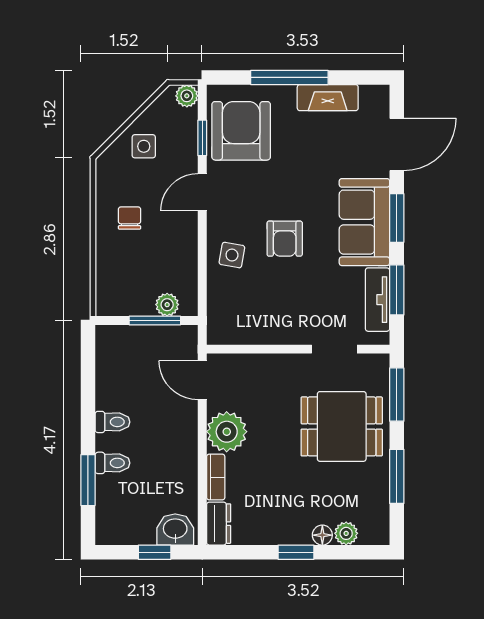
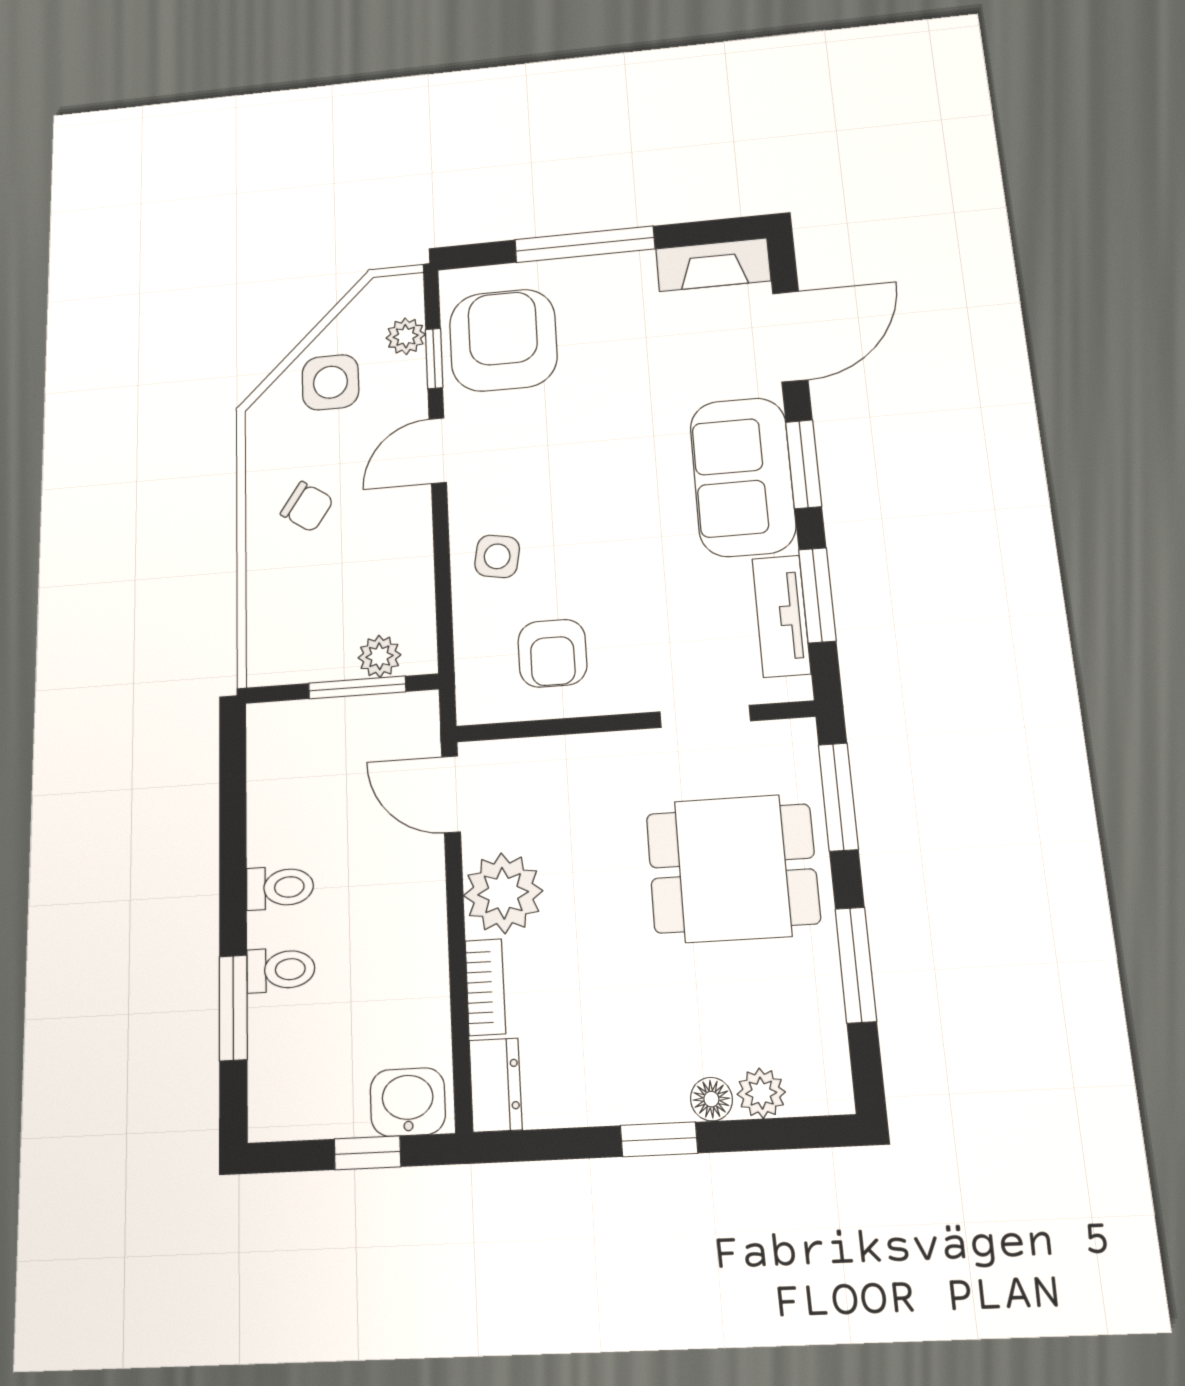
plant: (187, 96) -> (406, 336), moved
fireplace: (328, 98) -> (713, 265), moved
side table: (144, 146) -> (330, 382), width x1.37, depth x1.37
chair: (130, 218) -> (307, 507), turned 124
armchair: (285, 239) -> (552, 653), moved

